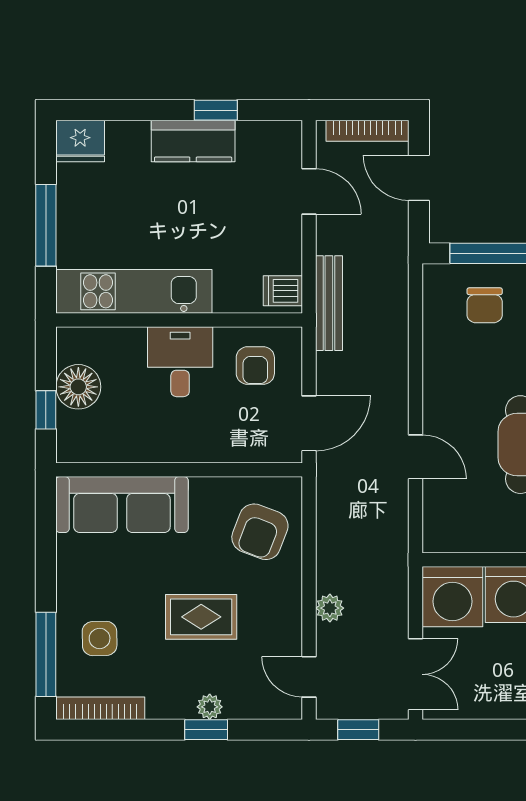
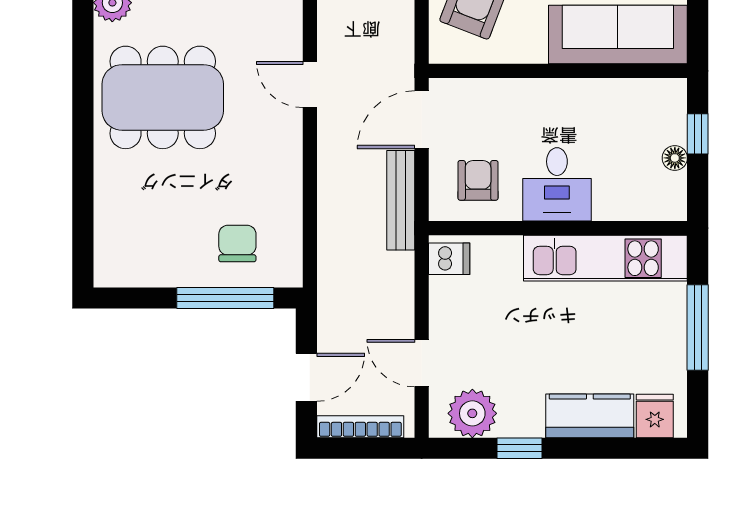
fridge: (80, 141) -> (655, 416), width x0.72
kitchen counter: (193, 141) -> (590, 416), moved
plant: (261, 143) -> (472, 413), added
door: (419, 178) -> (306, 377), hinge flipped
bench: (329, 303) -> (401, 200), moved
floor lamp: (78, 387) -> (675, 158), width x0.53, depth x0.53

